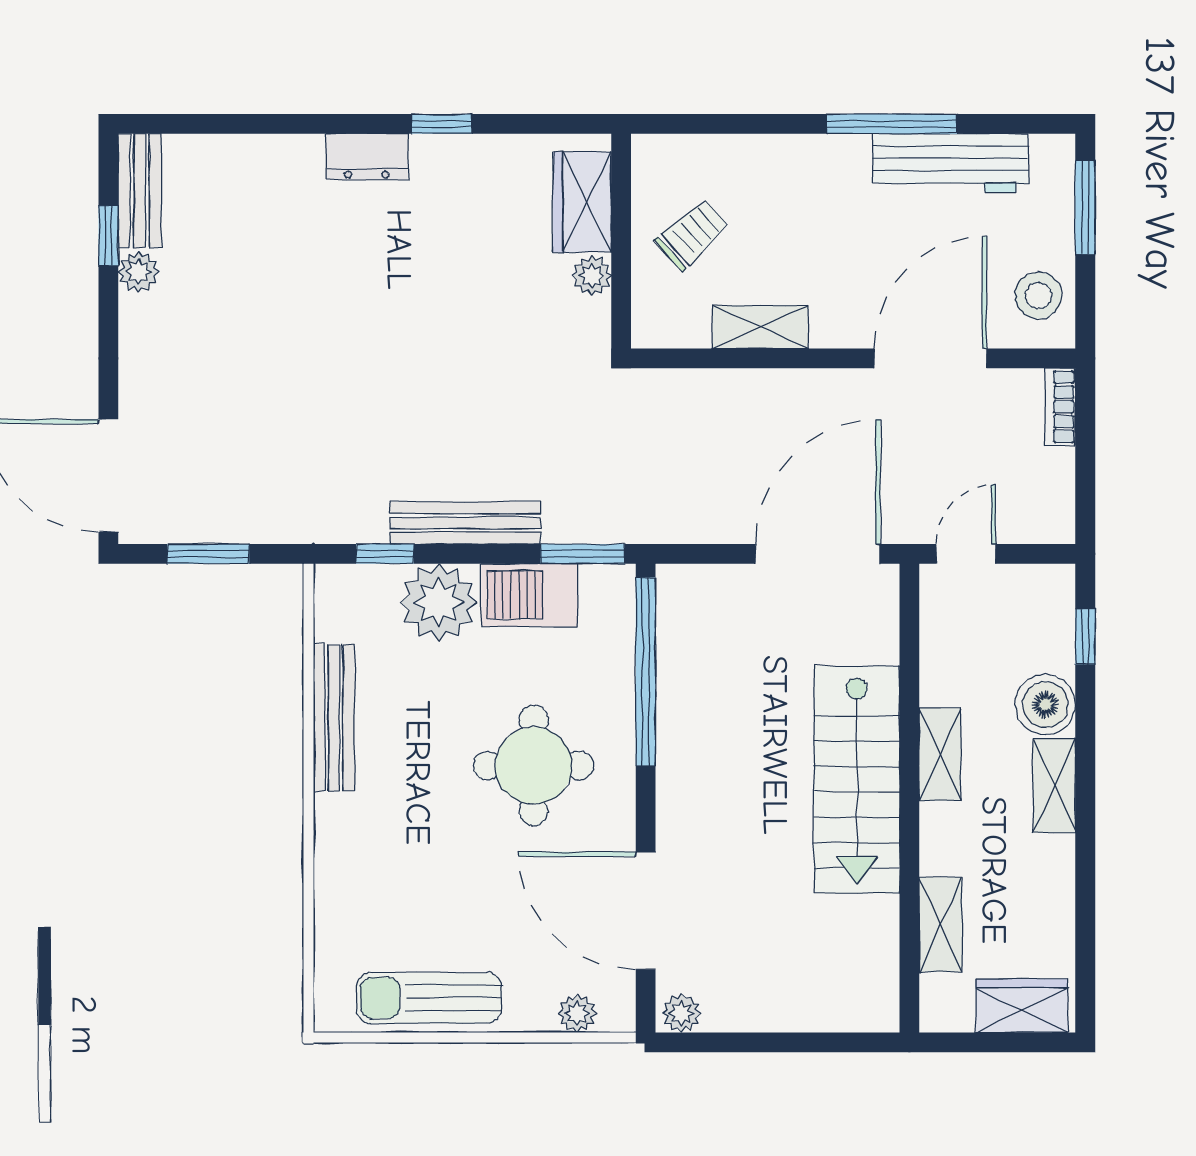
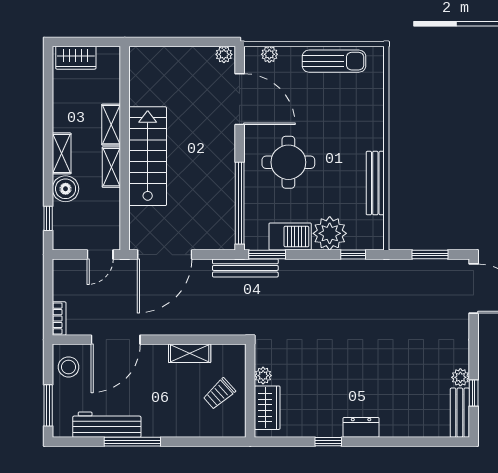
bench: (465, 523) -> (245, 268), moved
shelving: (940, 925) -> (111, 125), moved

